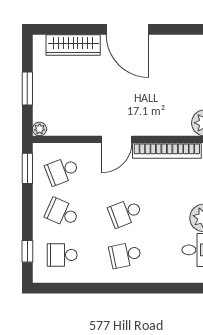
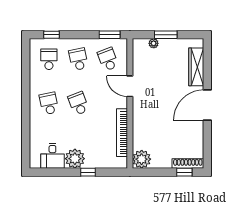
plant: (40, 129) -> (154, 43), moved
door: (117, 139) -> (130, 86), moved
school desk: (62, 213) -> (78, 59), turned -36

